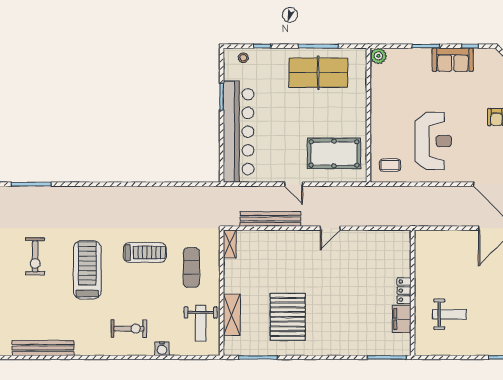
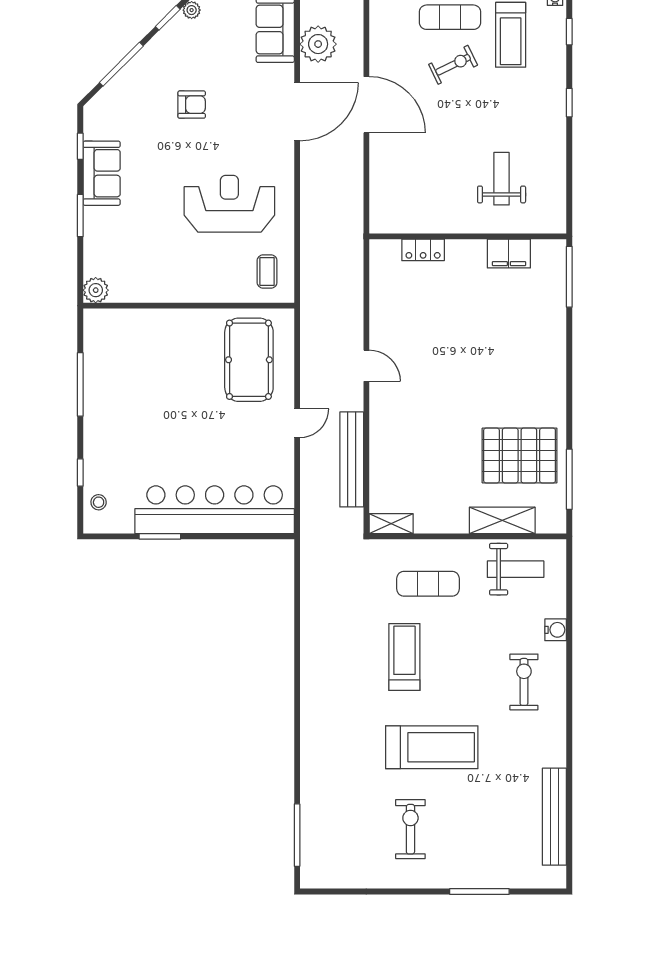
table tennis table: (318, 73) -> (122, 385), removed
exercise bike: (35, 256) -> (410, 829), turned -90
treadmill: (87, 270) -> (432, 747), turned 180
locker: (404, 291) -> (423, 250), moved
pallet: (288, 317) -> (520, 456), moved

